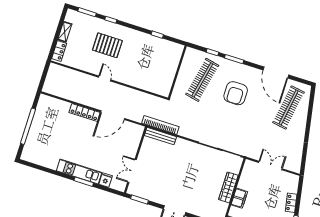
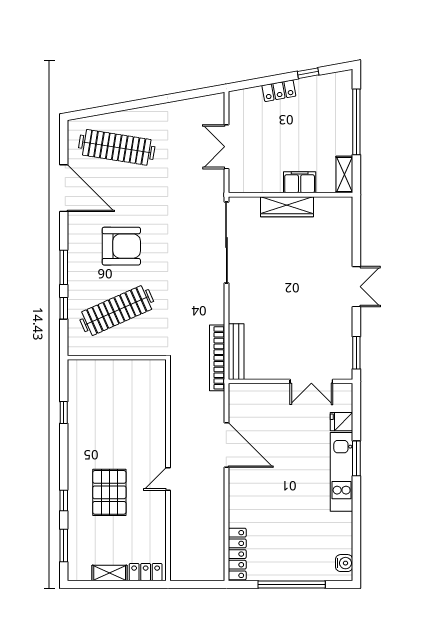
door: (276, 72) -> (64, 188), hinge flipped
clothes rail: (202, 80) -> (117, 311), turned -36
locker: (85, 112) -> (237, 554), moved
water cooler: (30, 157) -> (344, 563), added

